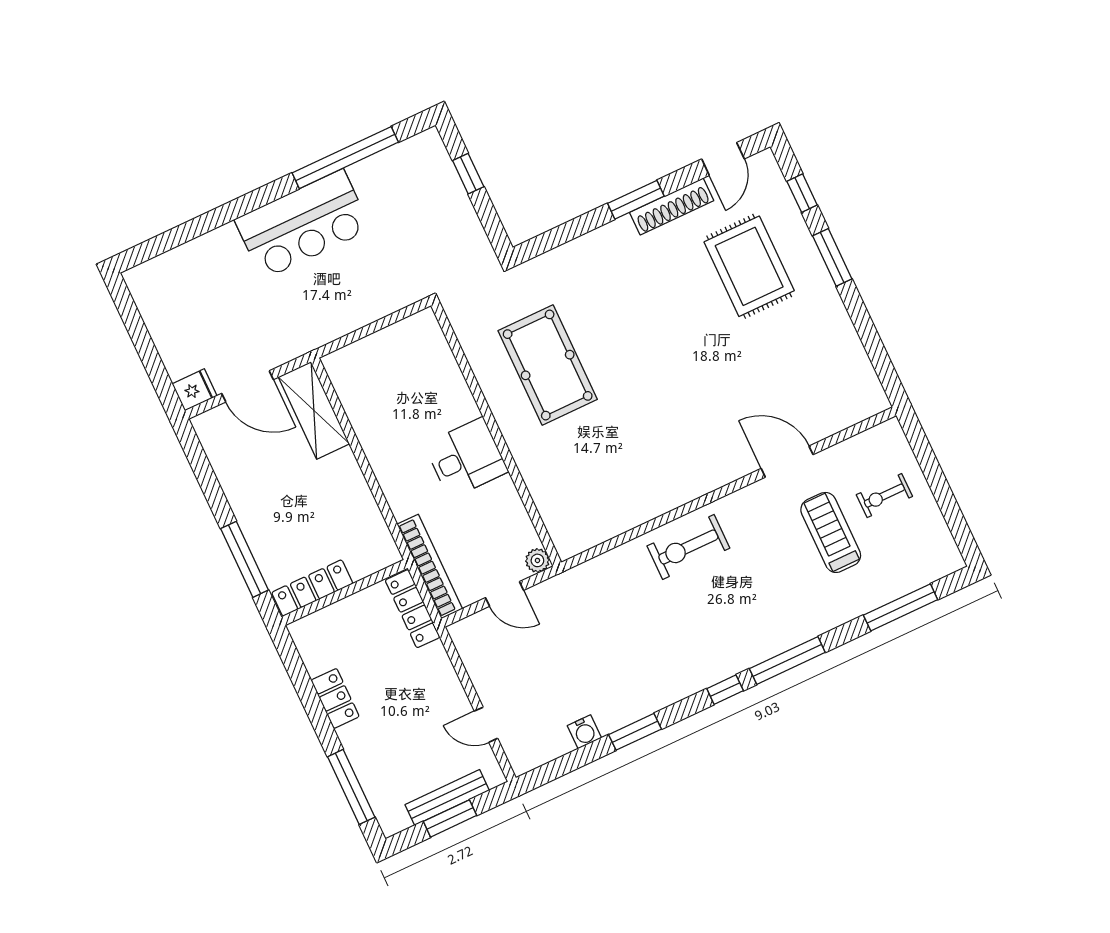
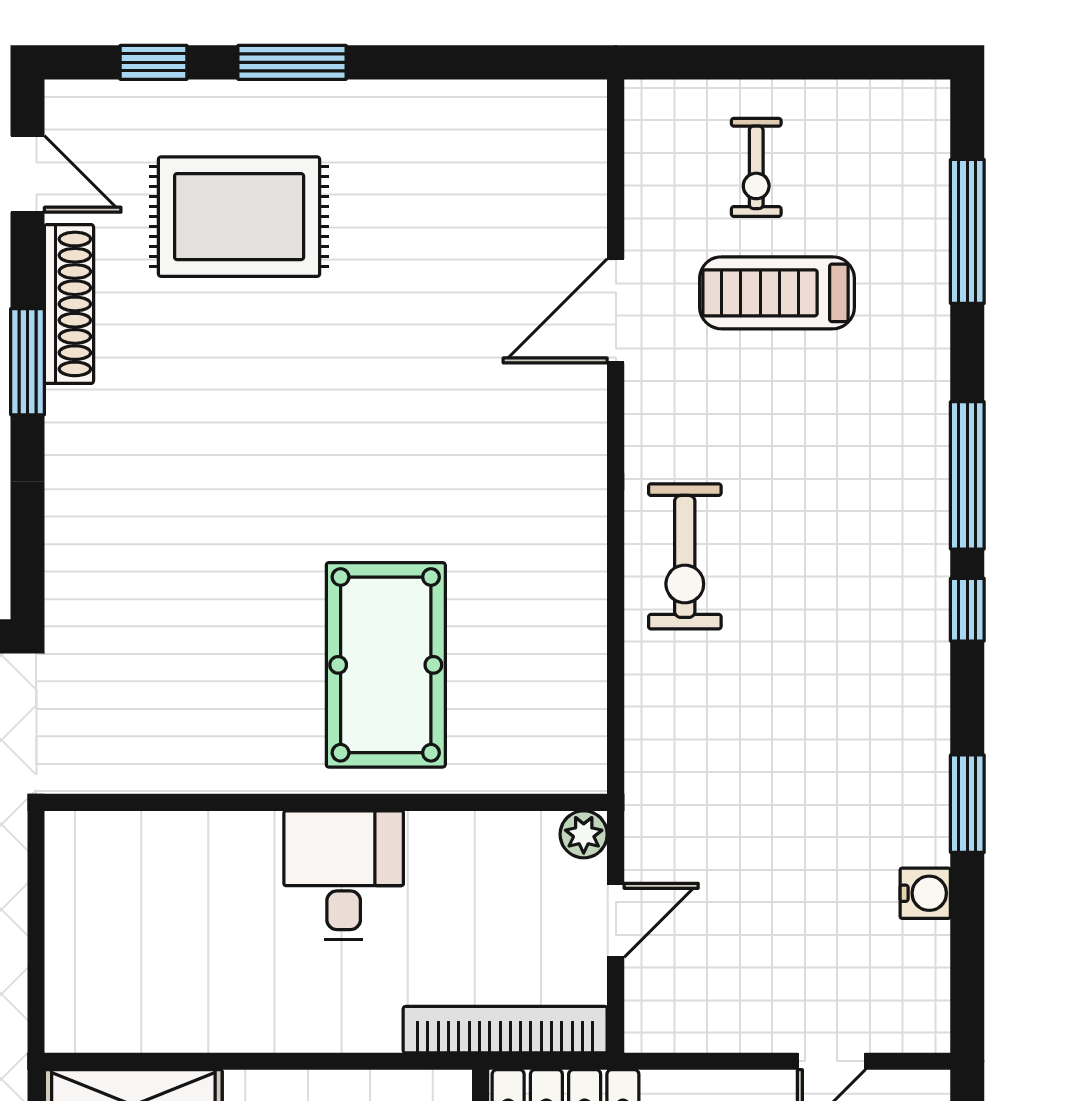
pool table: (548, 365) -> (386, 665), moved, turned 90

